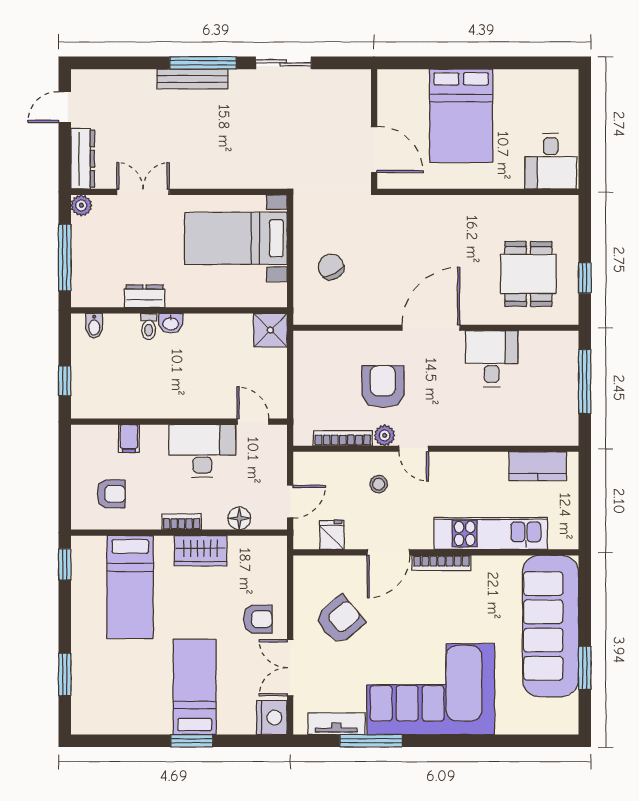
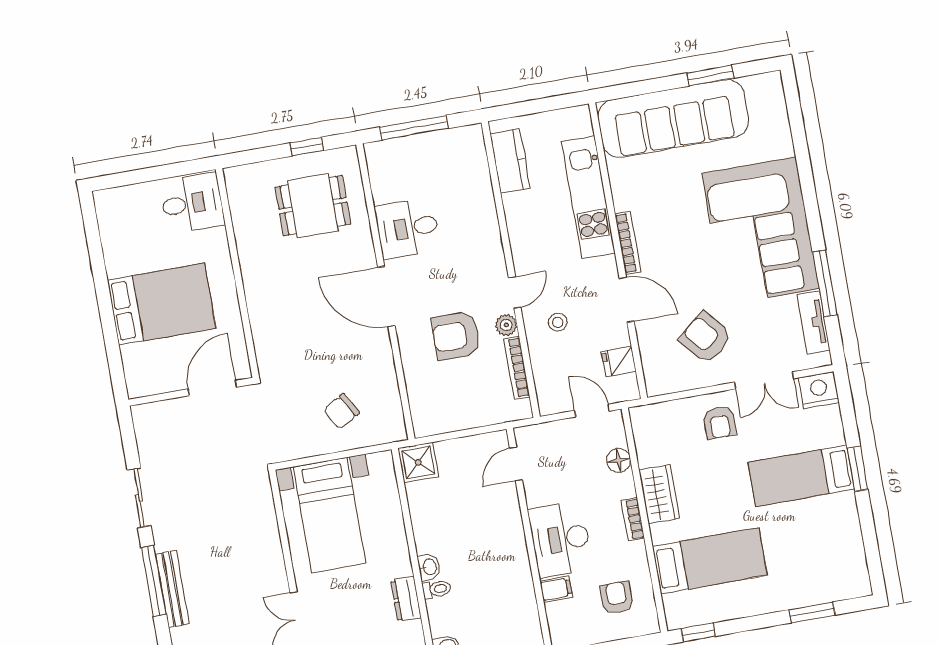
desk: (202, 451) -> (560, 539), moved
armchair: (258, 619) -> (720, 423), turned 180

